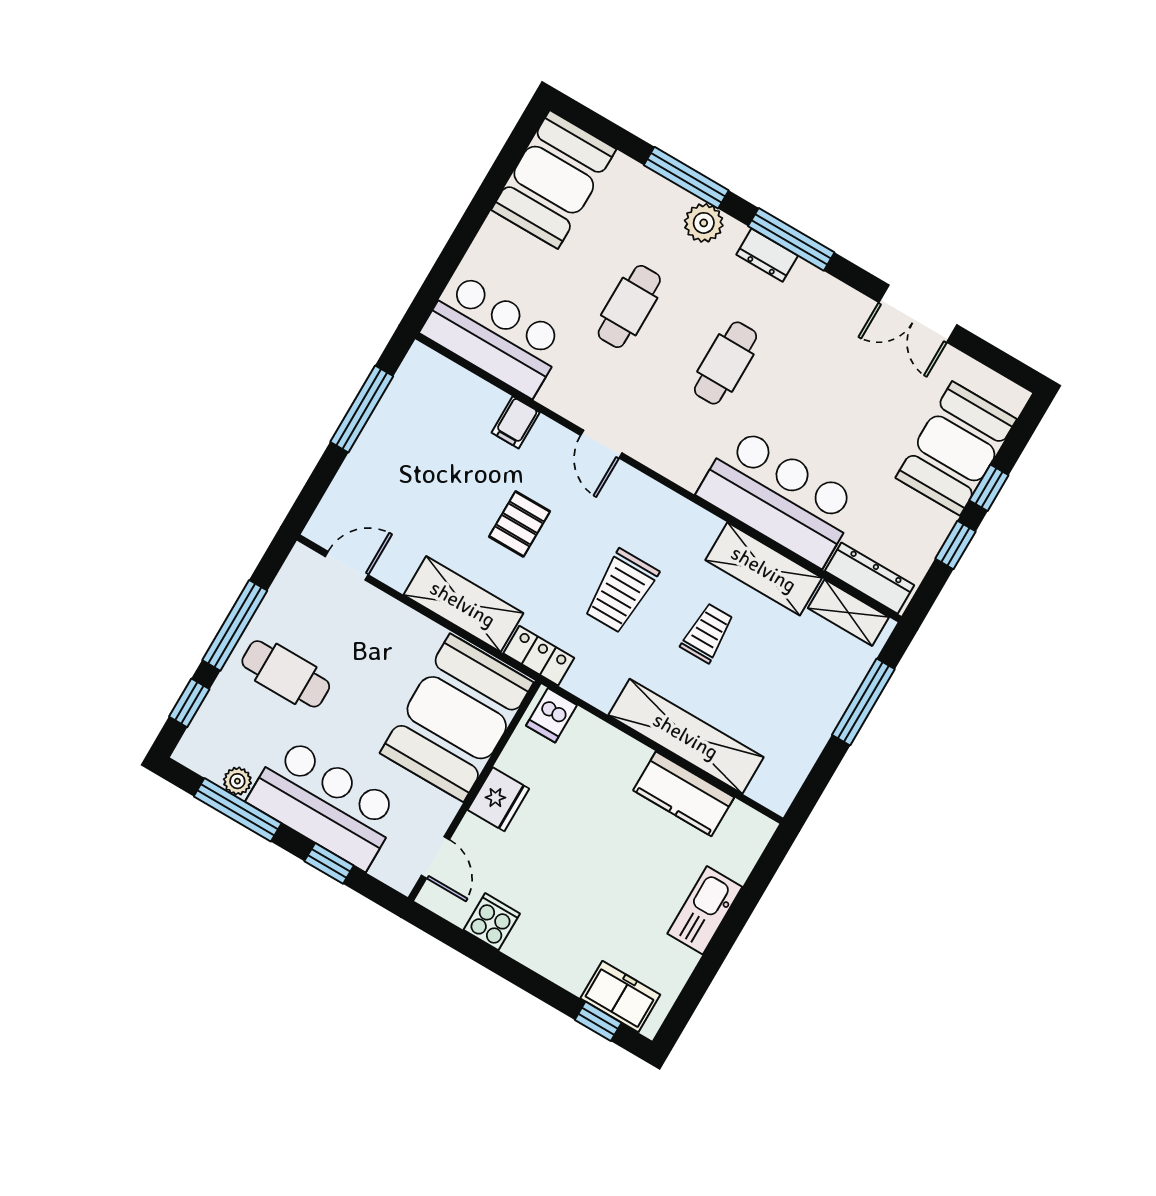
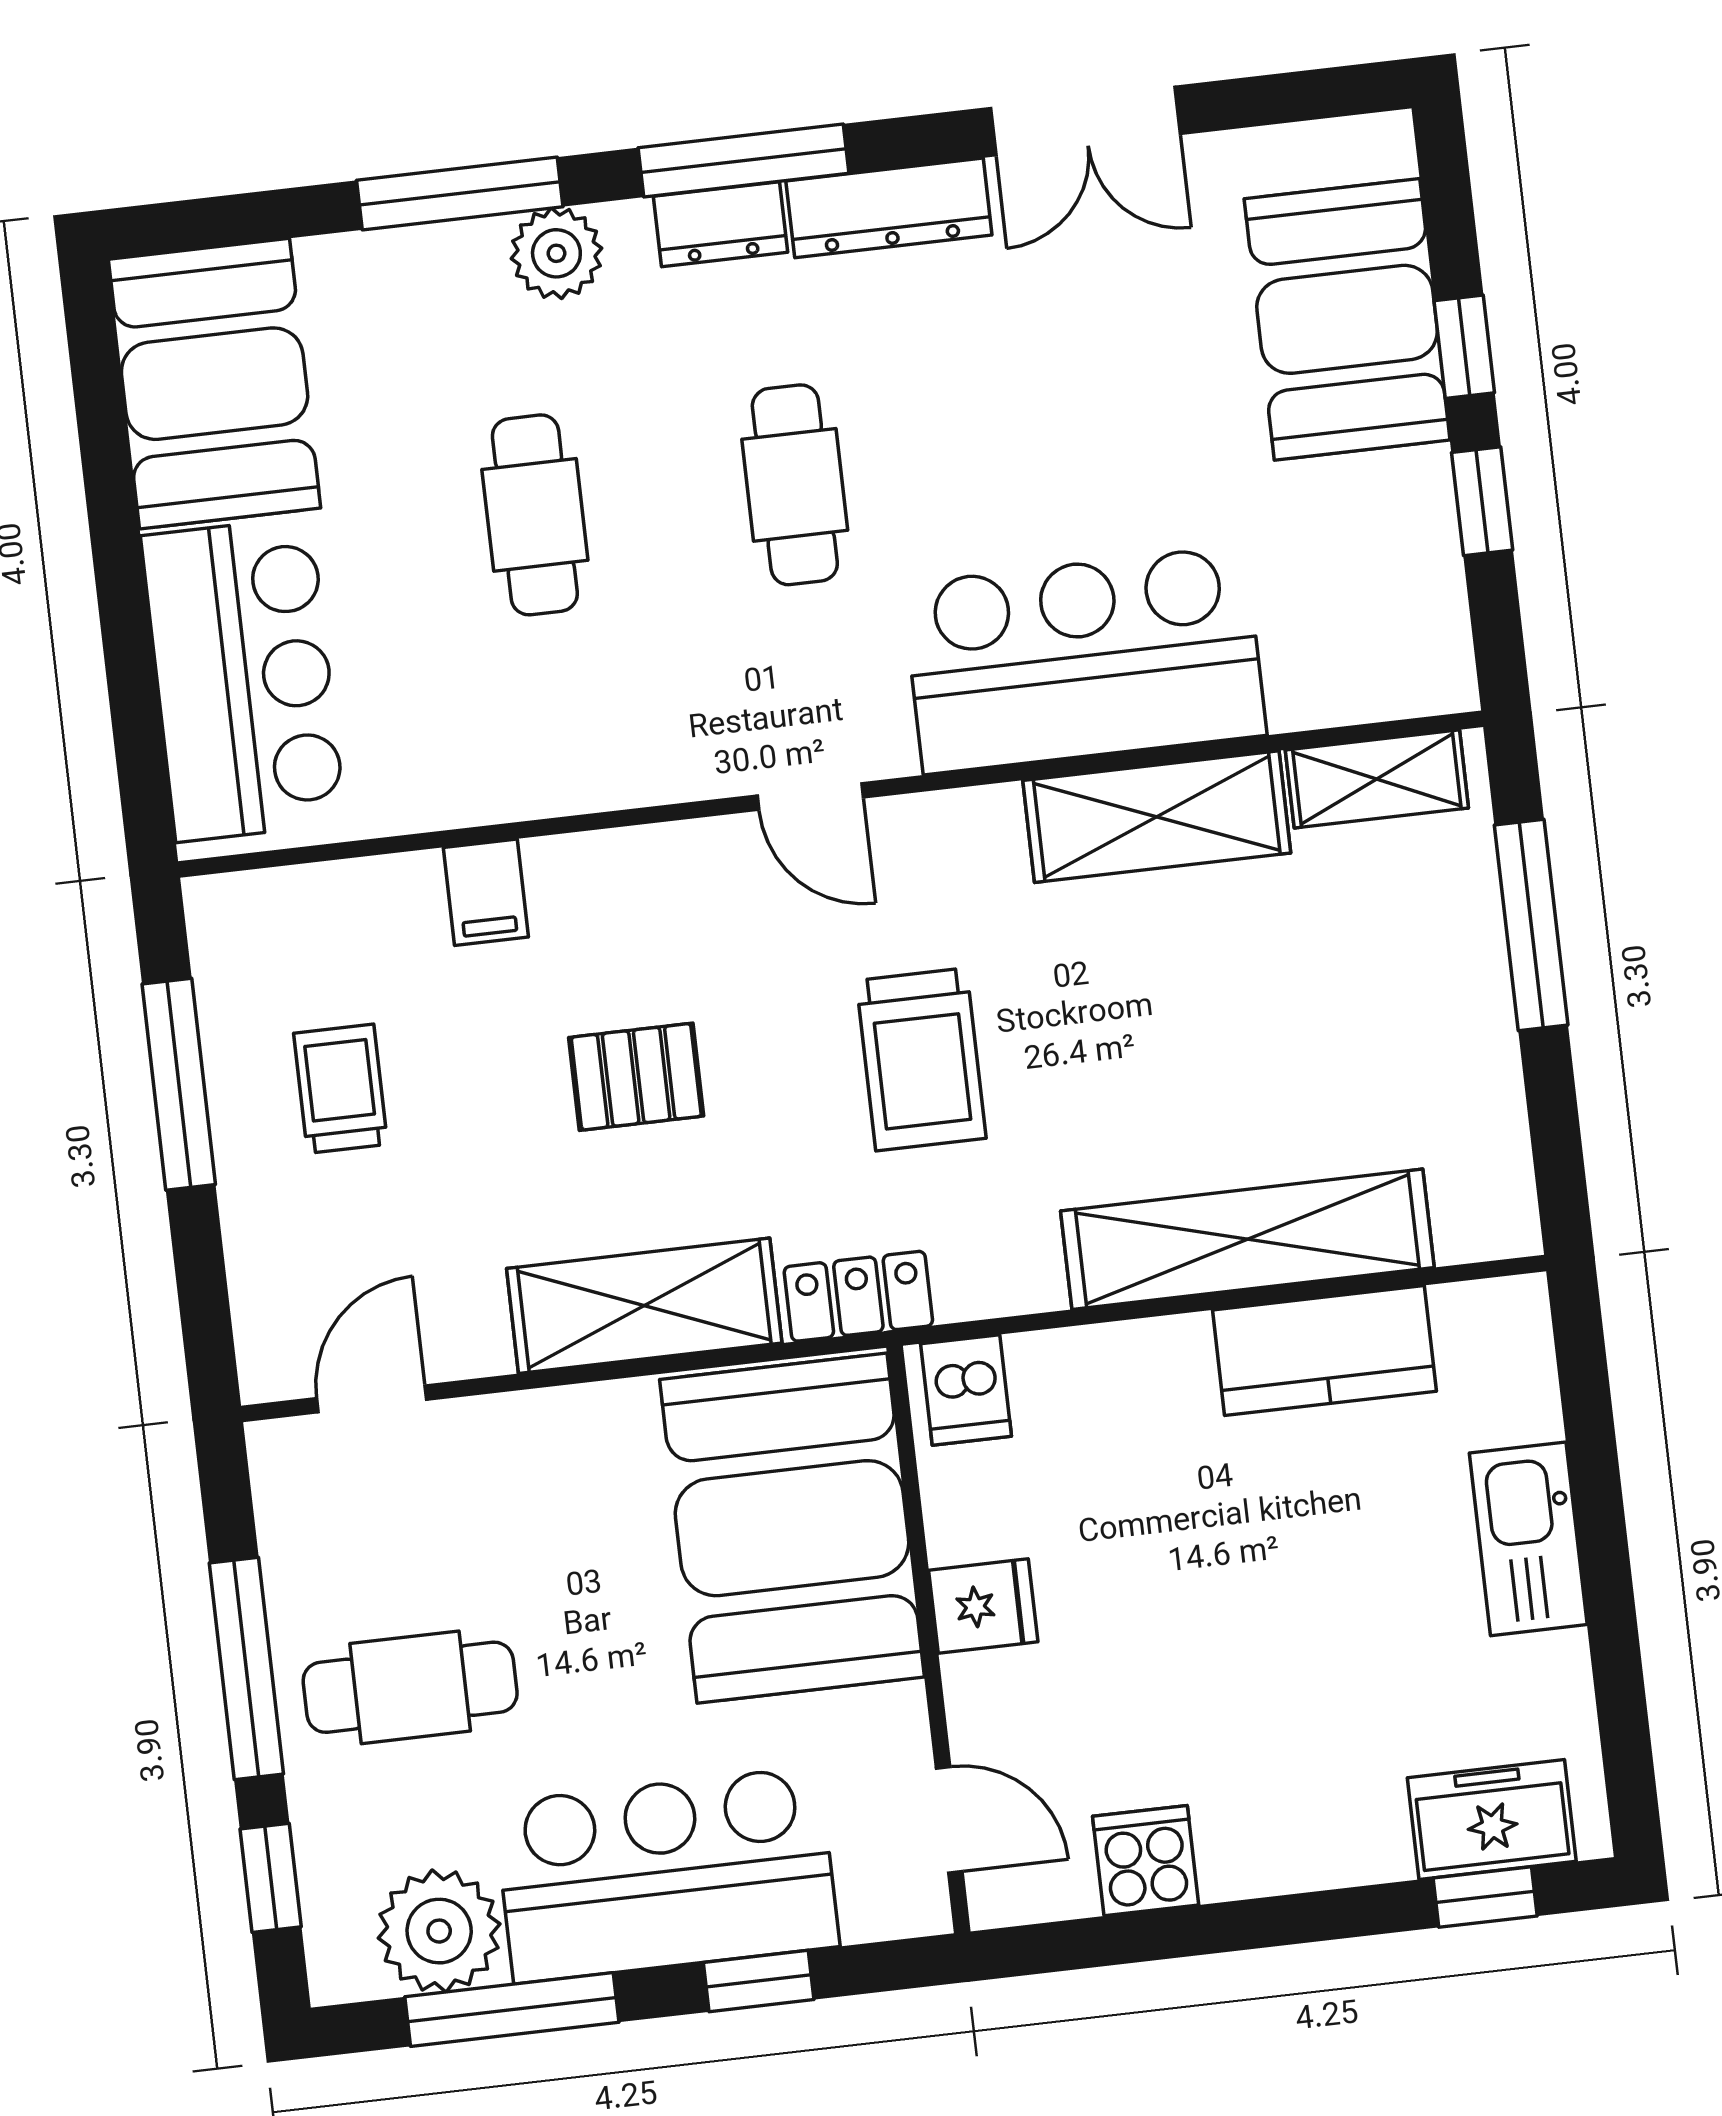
bar counter: (494, 335) -> (243, 679), moved, turned 90
door: (601, 444) -> (810, 796), moved
pallet: (519, 524) -> (636, 1077), turned 90
dresser: (869, 578) -> (889, 208), moved, turned 180
trolley: (707, 633) -> (341, 1089), moved
plant: (237, 781) -> (439, 1931), width x1.88, depth x1.88
fridge: (498, 799) -> (983, 1606), width x0.72

